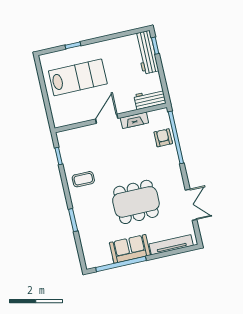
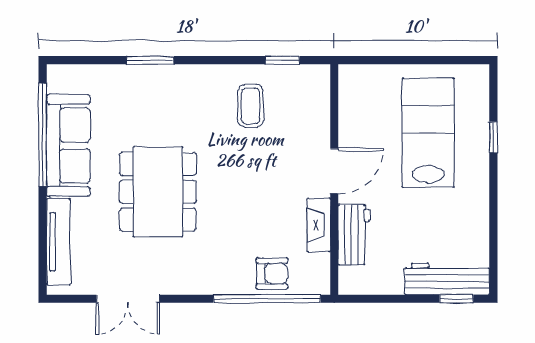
lab bench: (78, 77) -> (428, 133), turned 180
workbench: (150, 99) -> (354, 235), moved
door: (107, 119) -> (334, 171), hinge flipped
coffee table: (83, 179) -> (251, 106), moved
sofa: (130, 249) -> (68, 145), width x1.36

